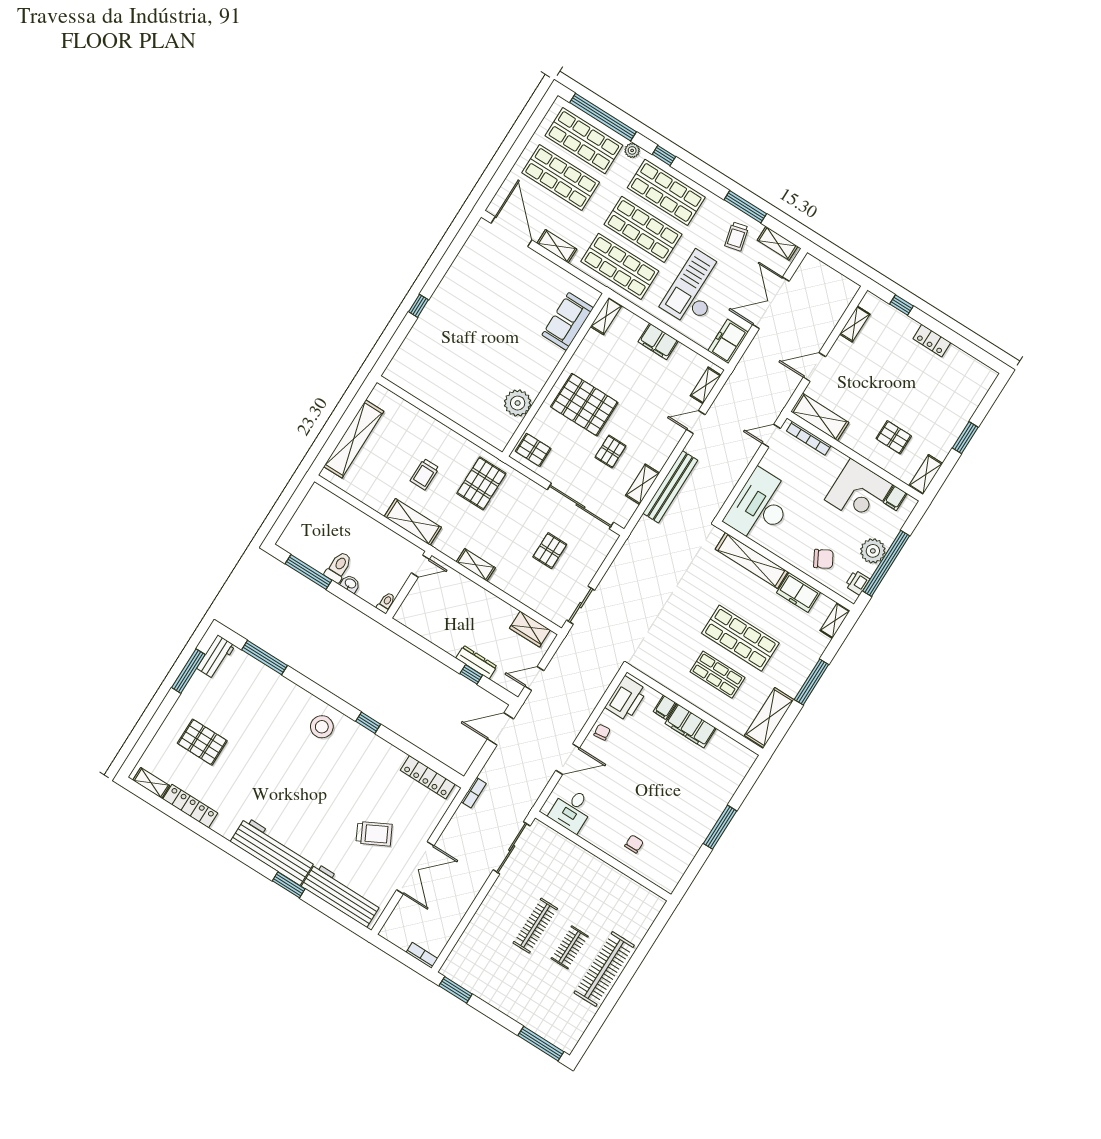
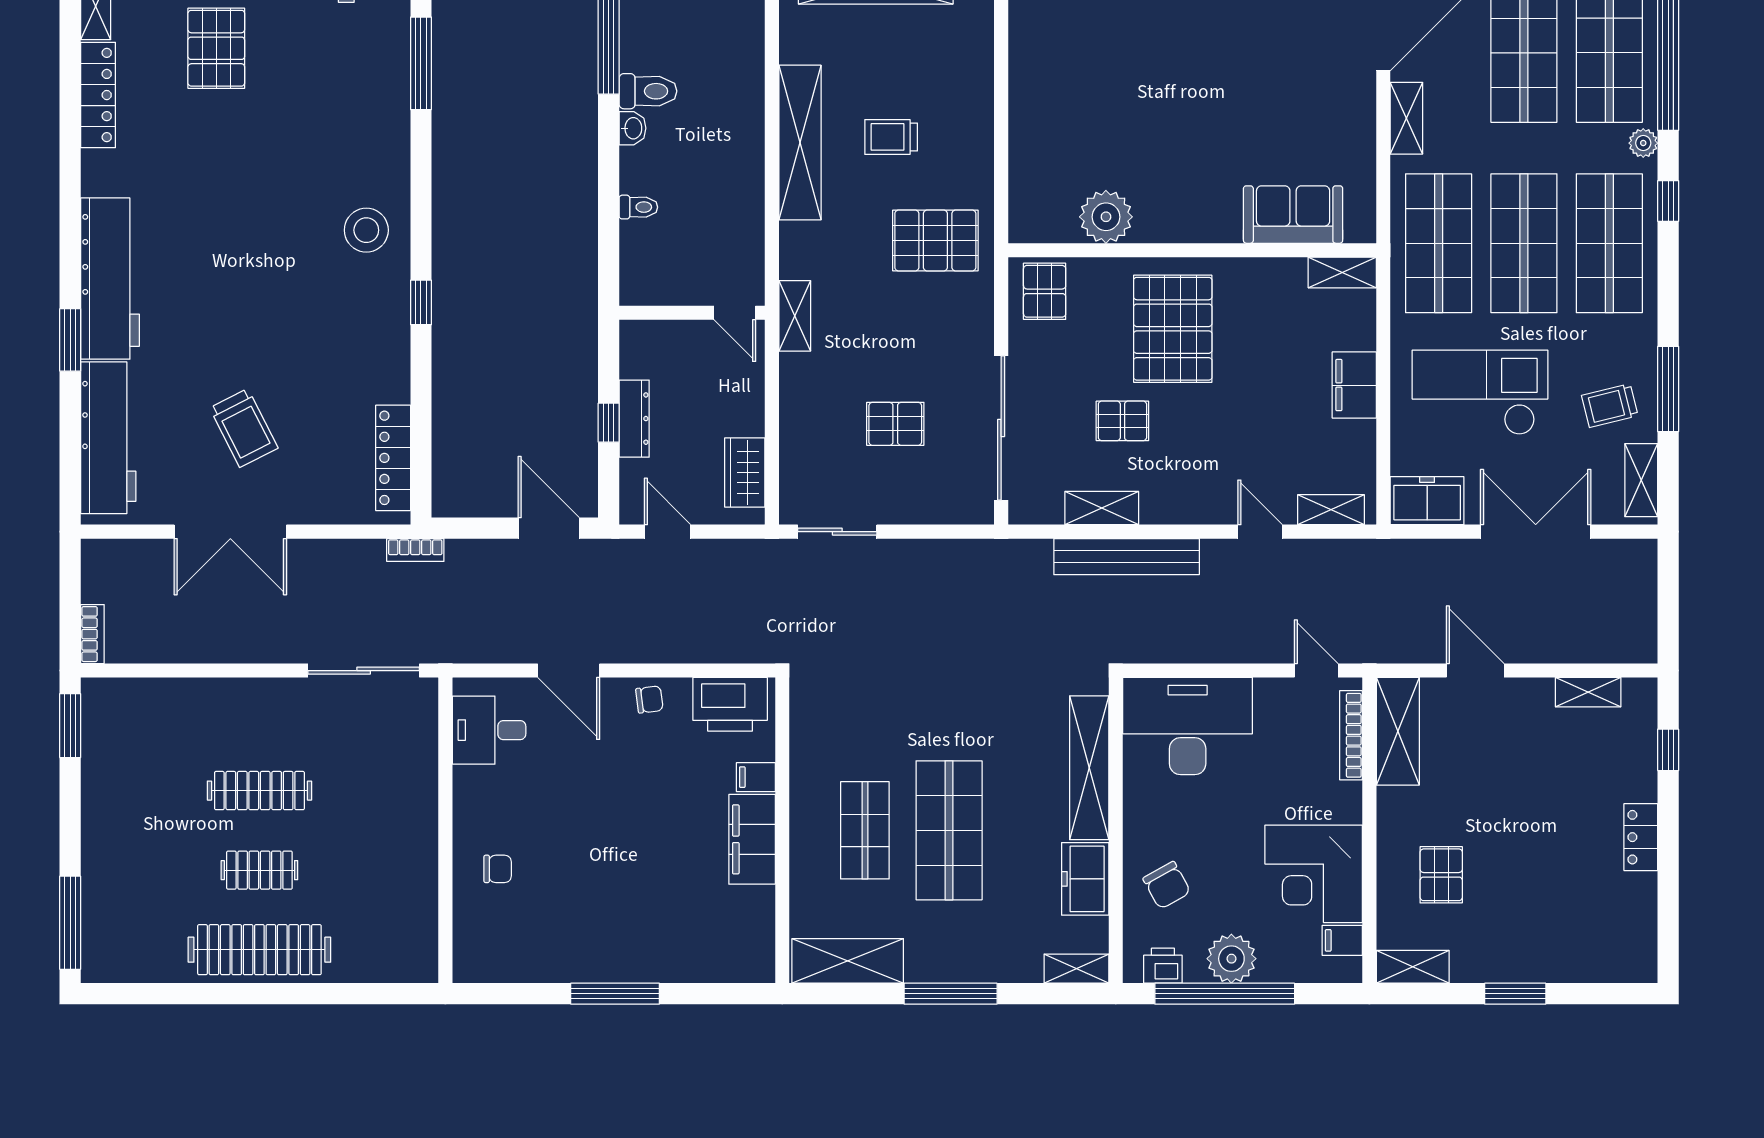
shelving: (413, 522) -> (800, 143), width x1.47
door: (420, 566) -> (735, 313), moved
wall: (409, 585) -> (692, 313), moved

